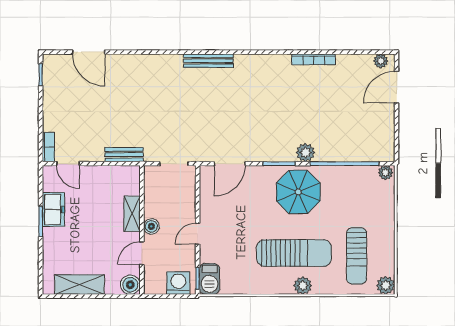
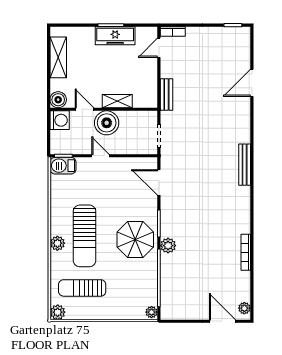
door: (89, 52) -> (252, 83), moved
freezer: (53, 209) -> (115, 36), width x1.40
boiler: (151, 226) -> (107, 123), width x1.86, depth x1.86
washing machine: (178, 283) -> (60, 120), moved

